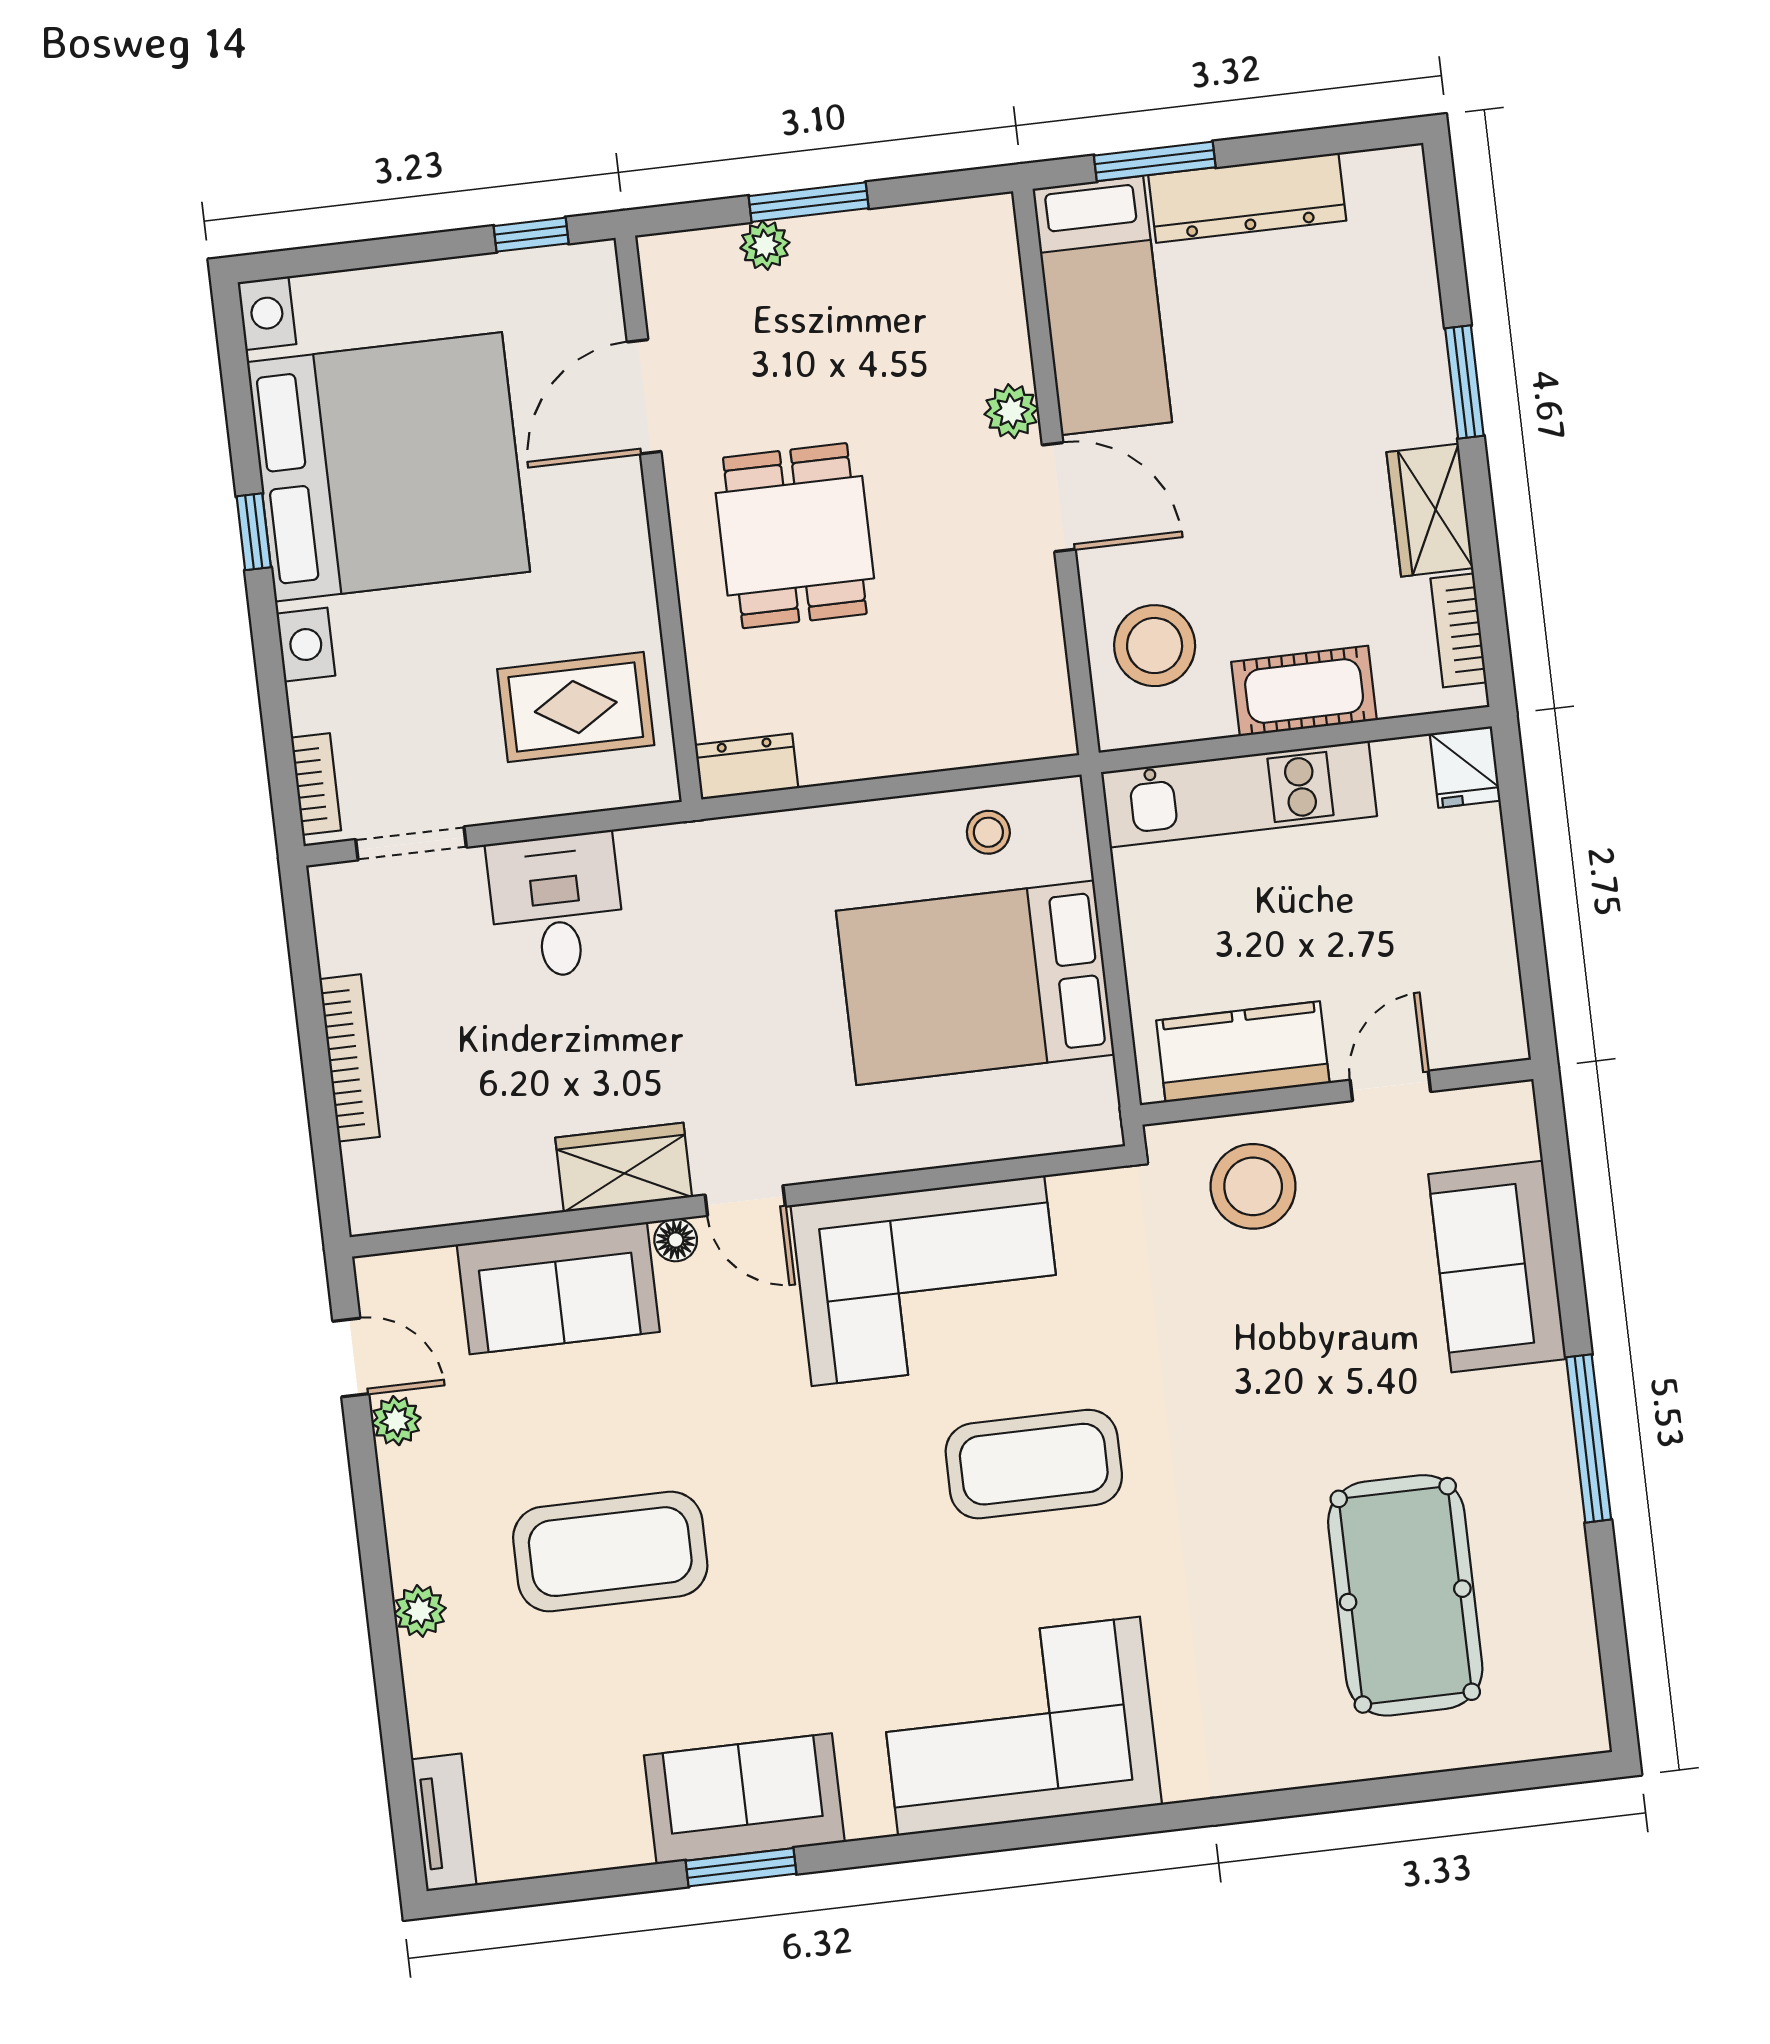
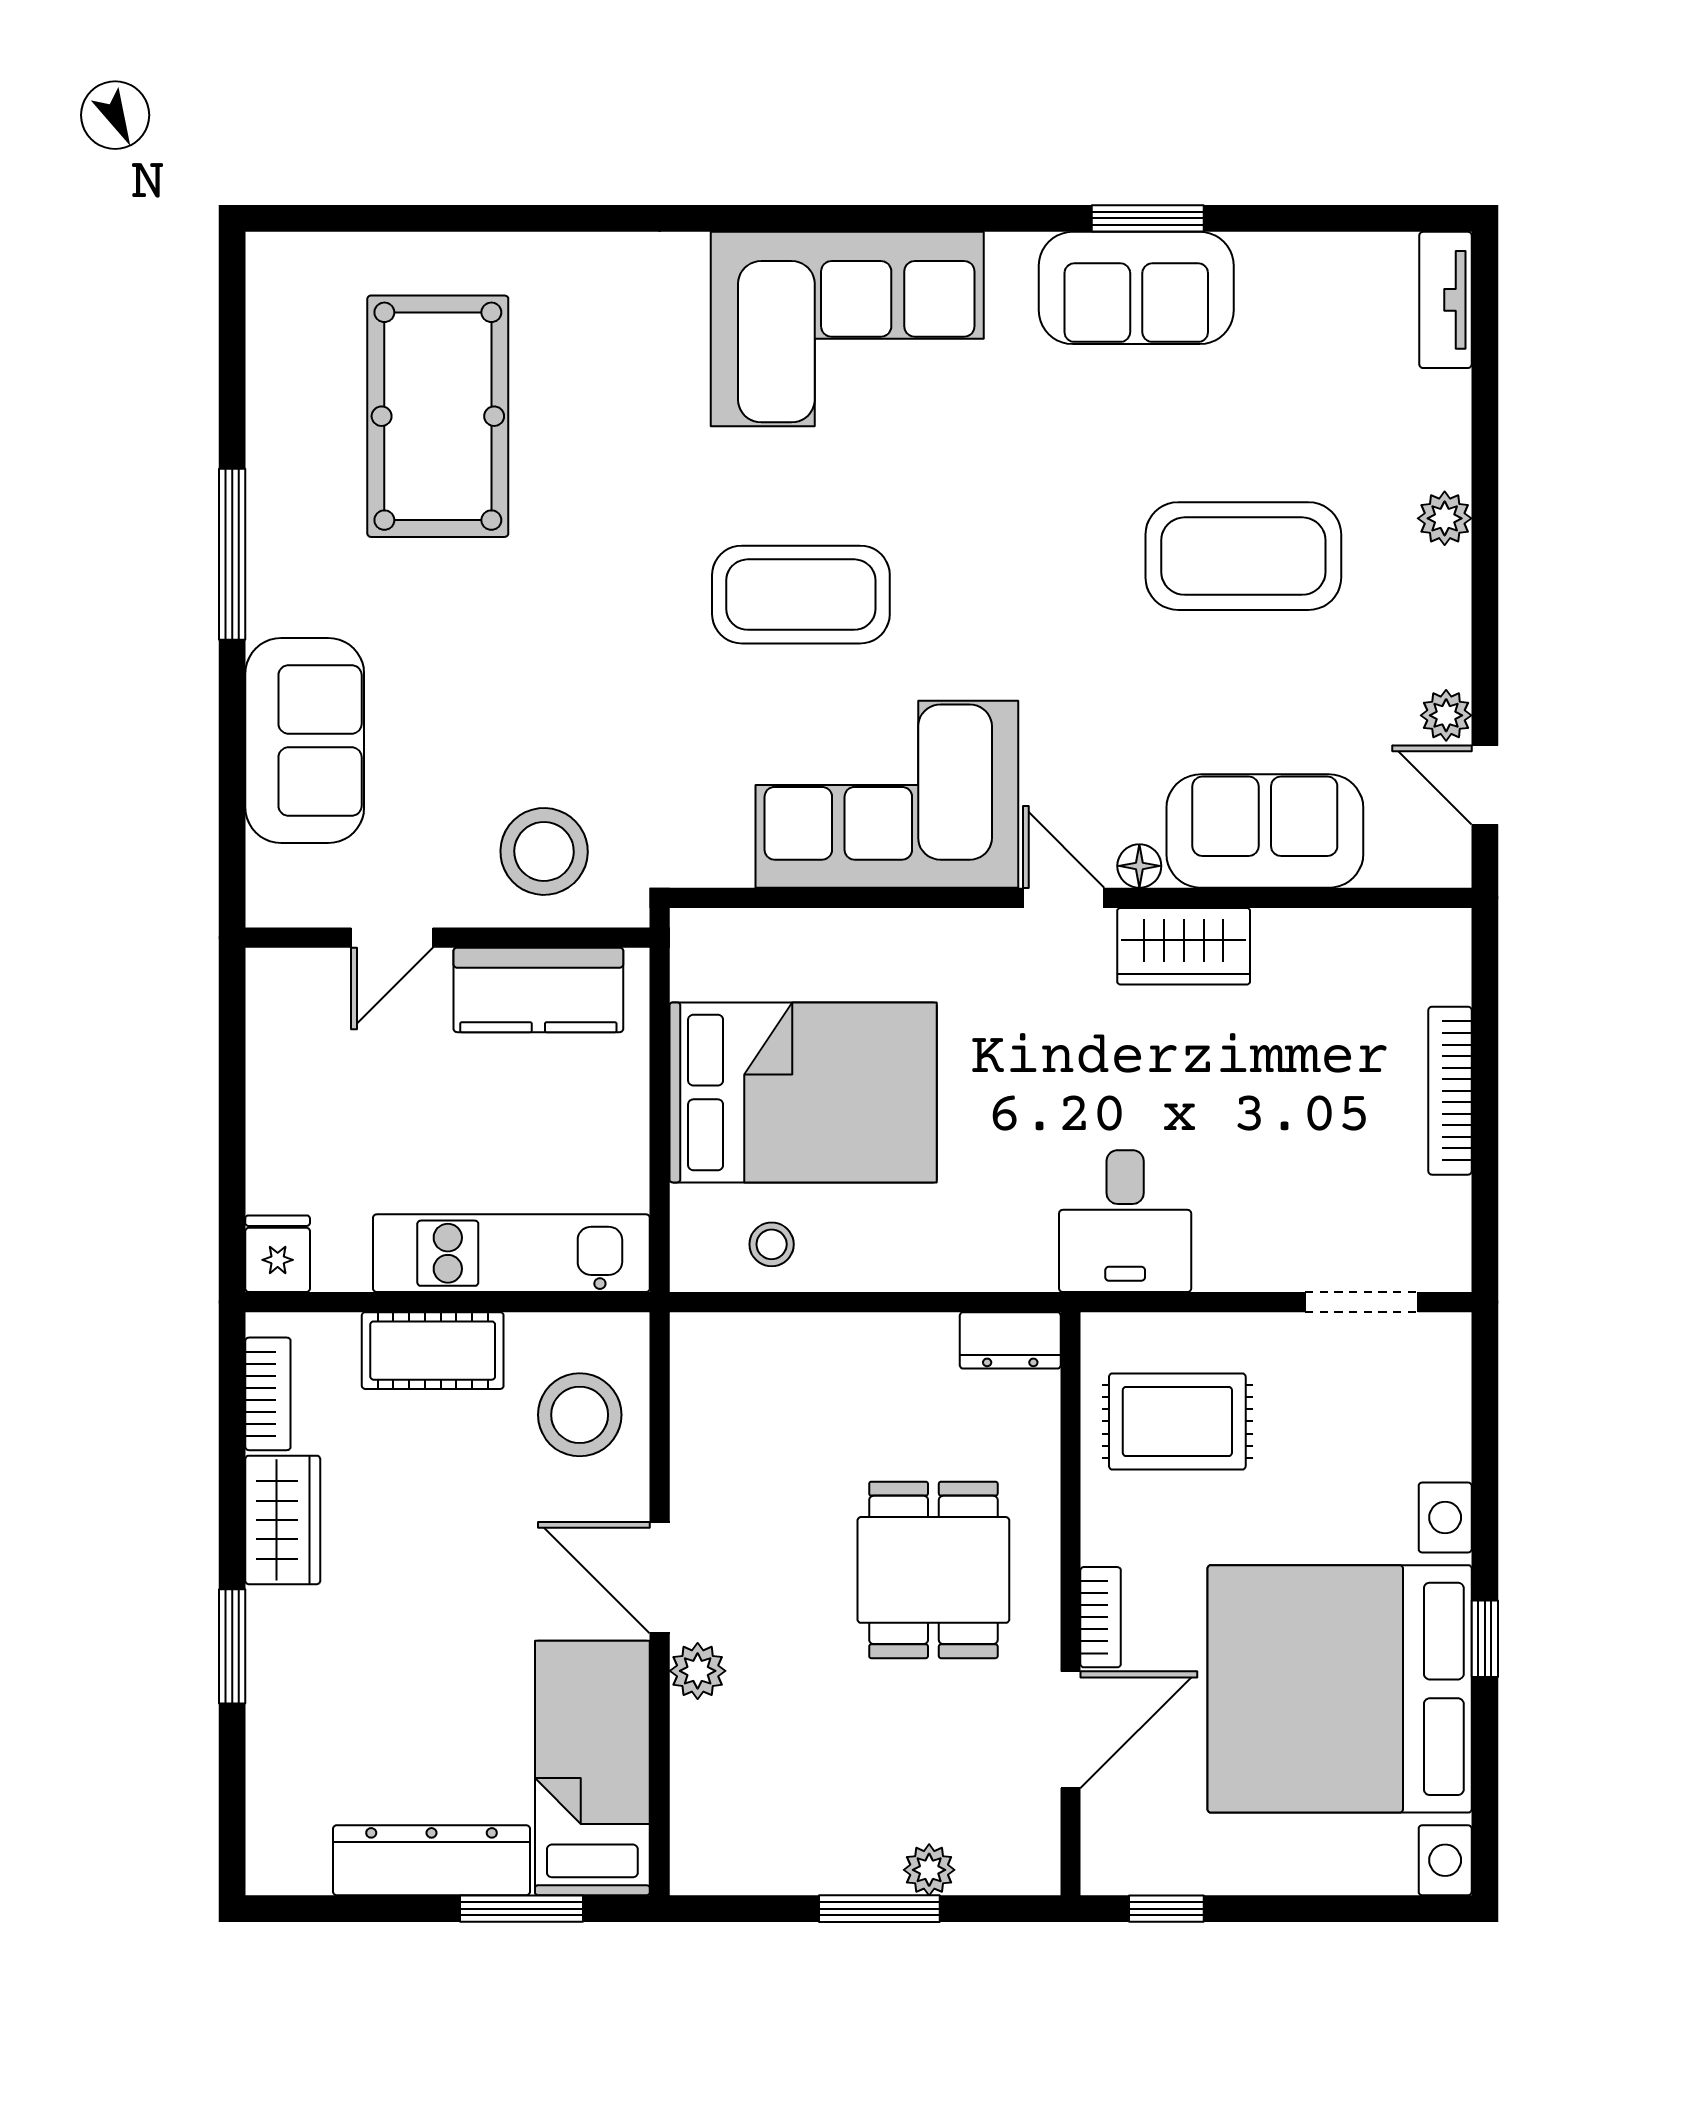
bookcase: (316, 784) -> (1101, 1617), moved, turned 180
desk: (556, 906) -> (1125, 1221), moved

